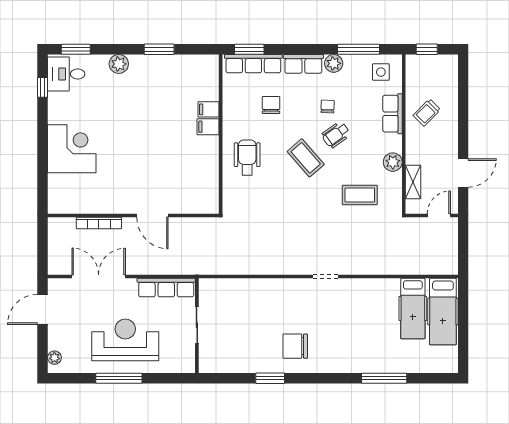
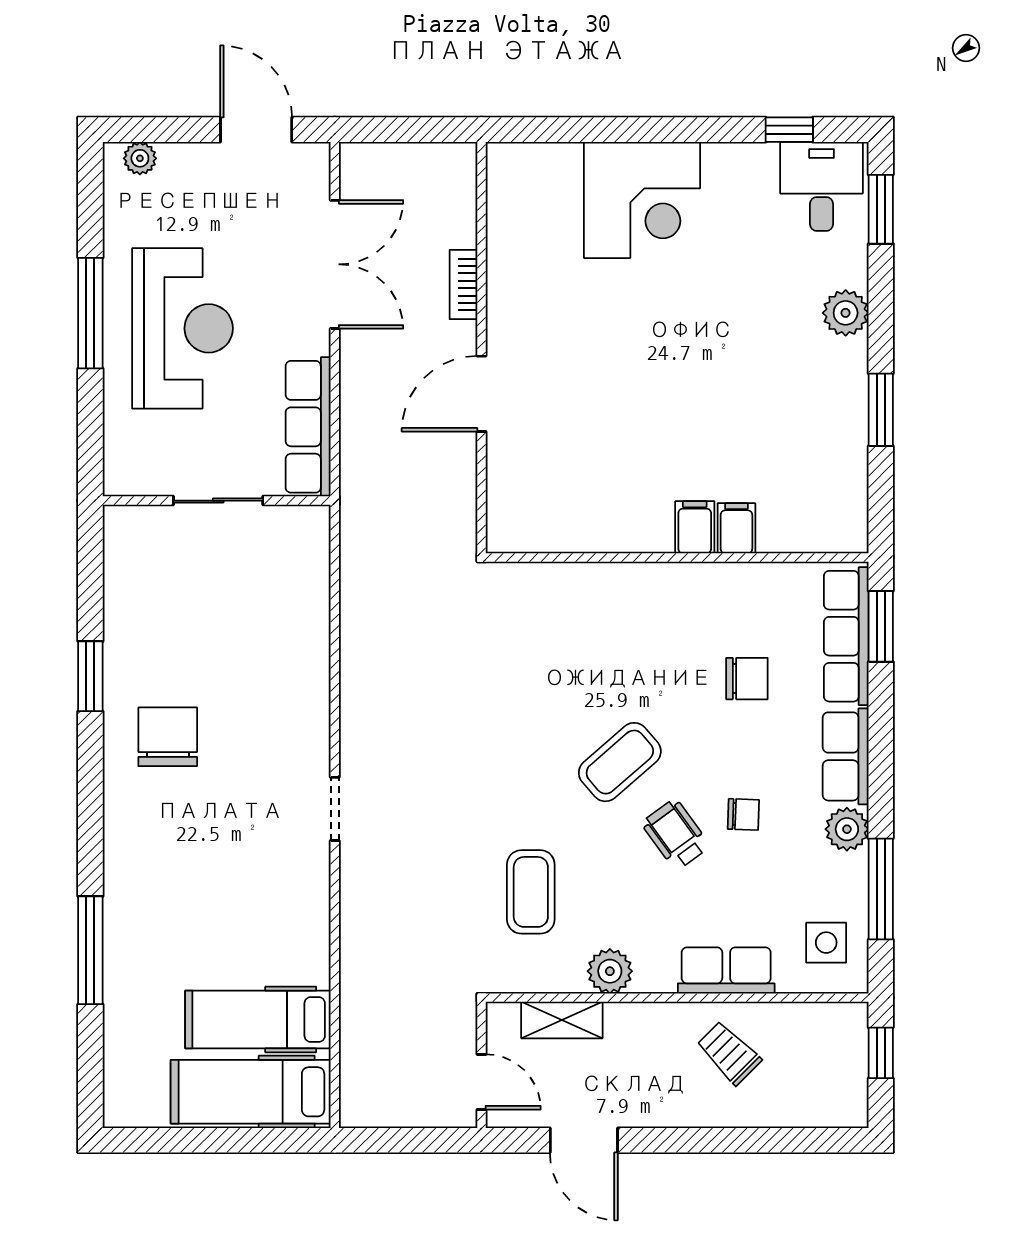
wheelchair: (247, 157) -> (621, 621), removed
bookcase: (99, 223) -> (463, 284), width x0.64

